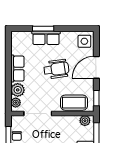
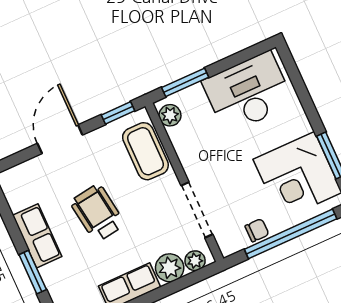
row of seats: (46, 38) -> (37, 236), moved
side table: (84, 41) -> (21, 184), removed
door: (96, 67) -> (60, 139), swing flipped

